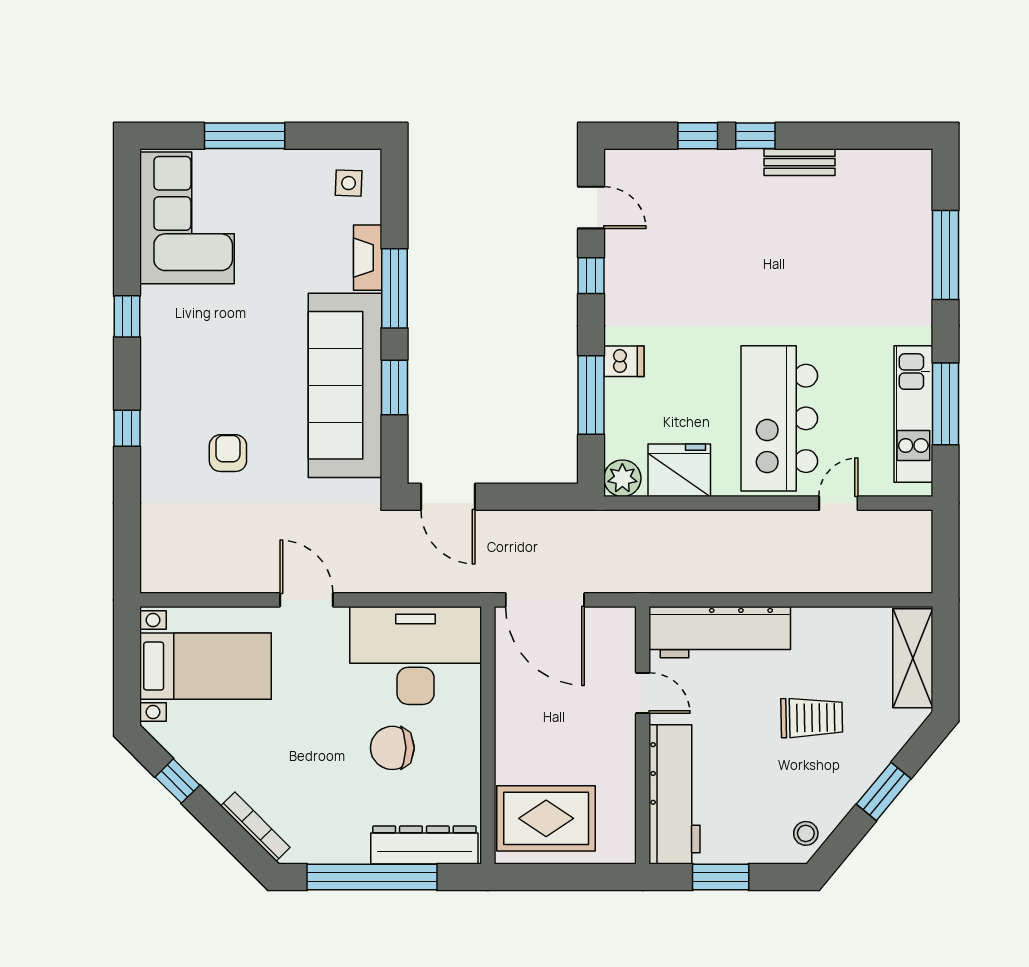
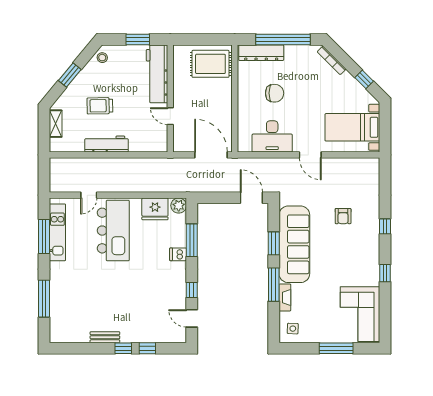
workbench: (720, 632) -> (107, 144), moved, width x0.73, depth x0.76
desk: (416, 655) -> (272, 136), width x0.73, depth x0.77
shelving: (913, 658) -> (56, 124), width x0.67, depth x0.75

